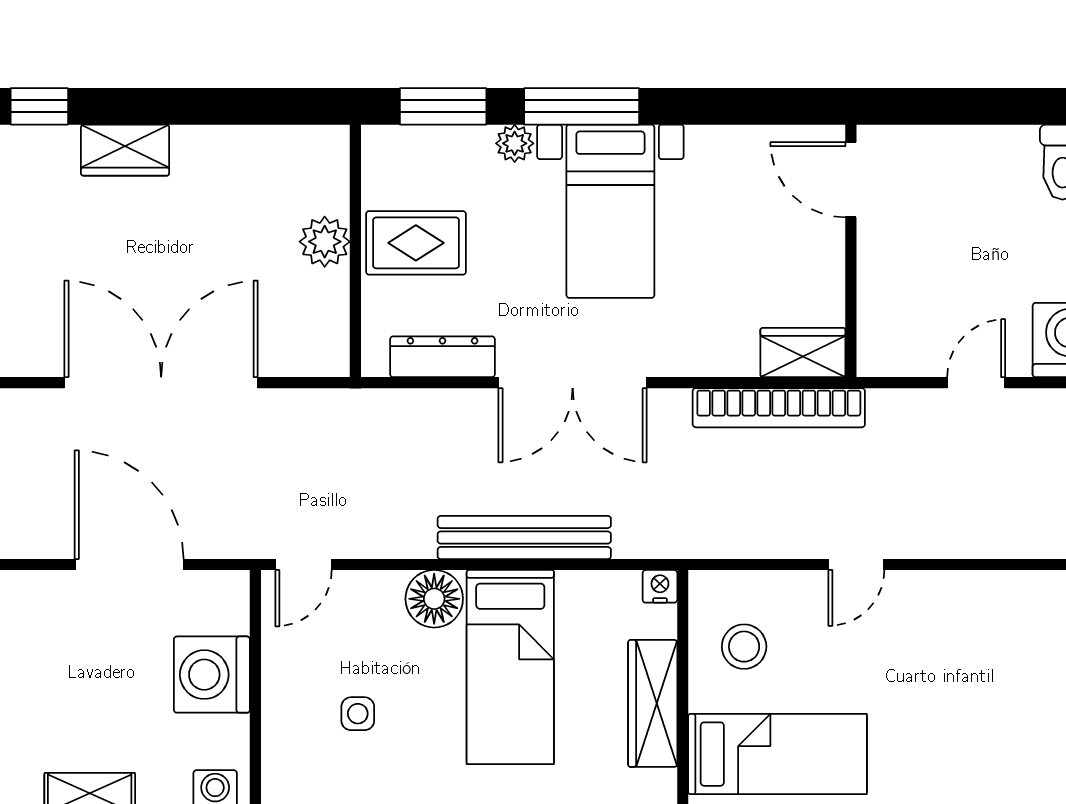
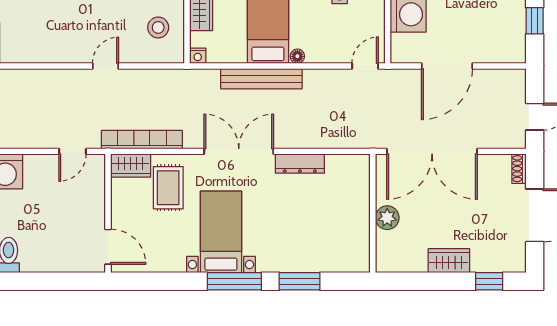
plant: (515, 143) -> (266, 264), removed
plant: (325, 242) -> (387, 218), moved
rug: (416, 243) -> (168, 188), moved, turned 90
wall: (355, 251) -> (373, 213), moved
door: (976, 383) -> (72, 151), moved
door: (129, 565) -> (447, 66), hinge flipped
floor lamp: (434, 599) -> (297, 56), width x0.53, depth x0.53

